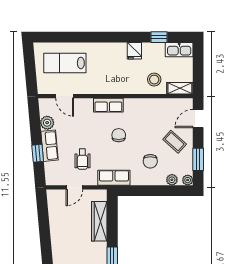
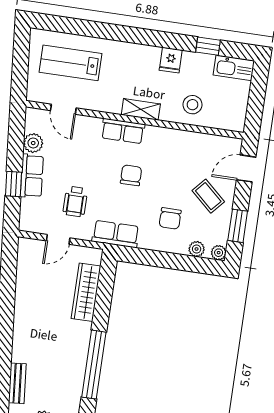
shelving: (180, 88) -> (141, 109), moved

